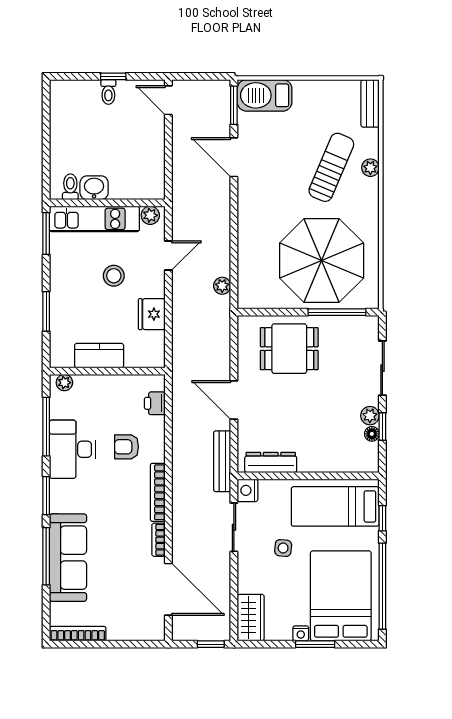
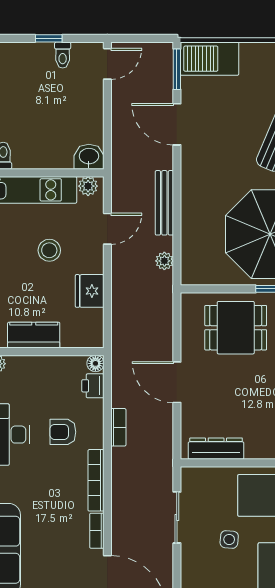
toilet: (108, 92) -> (63, 55), moved
door: (168, 100) -> (107, 64), swing flipped
washbasin: (94, 188) -> (89, 157), moved
floor lamp: (157, 382) -> (95, 363), added
bookcase: (179, 442) -> (118, 427), added
bench: (222, 461) -> (164, 203), moved
nightstand: (248, 490) -> (191, 478), removed

